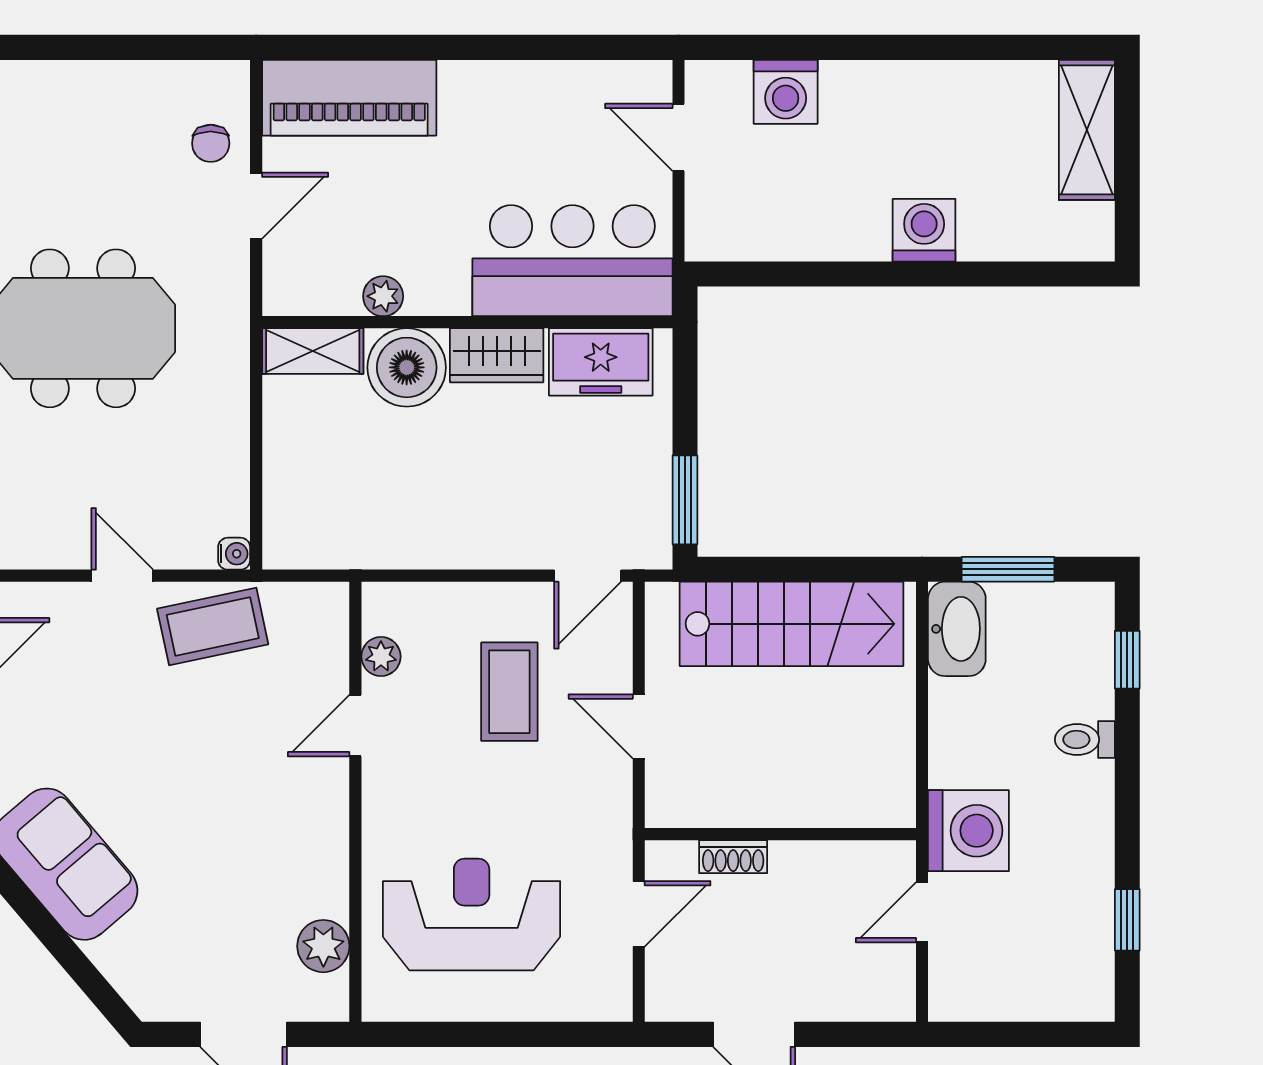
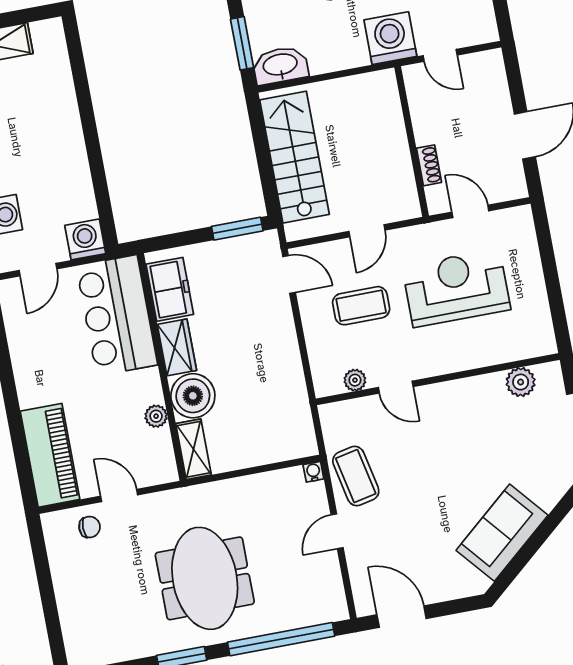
washing machine: (924, 230) -> (85, 239), moved, turned 90
reception desk: (472, 914) -> (456, 288), moved, turned 90

